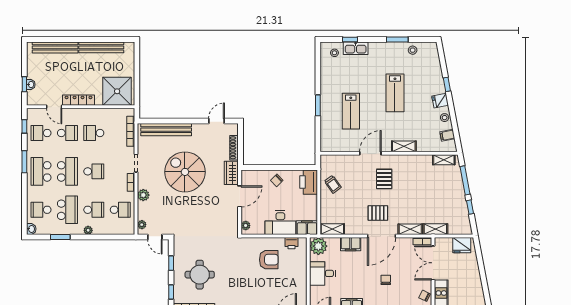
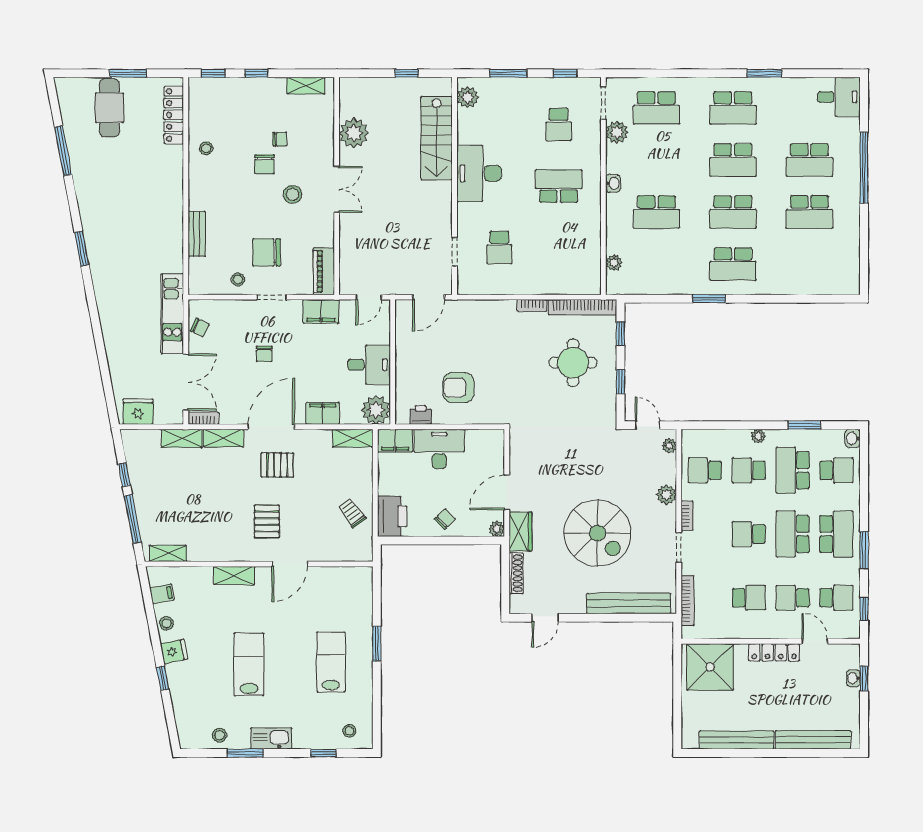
kitchen sink: (356, 48) -> (271, 738), moved
lab bench: (351, 111) -> (331, 662), moved
plant: (246, 226) -> (497, 529), moved

